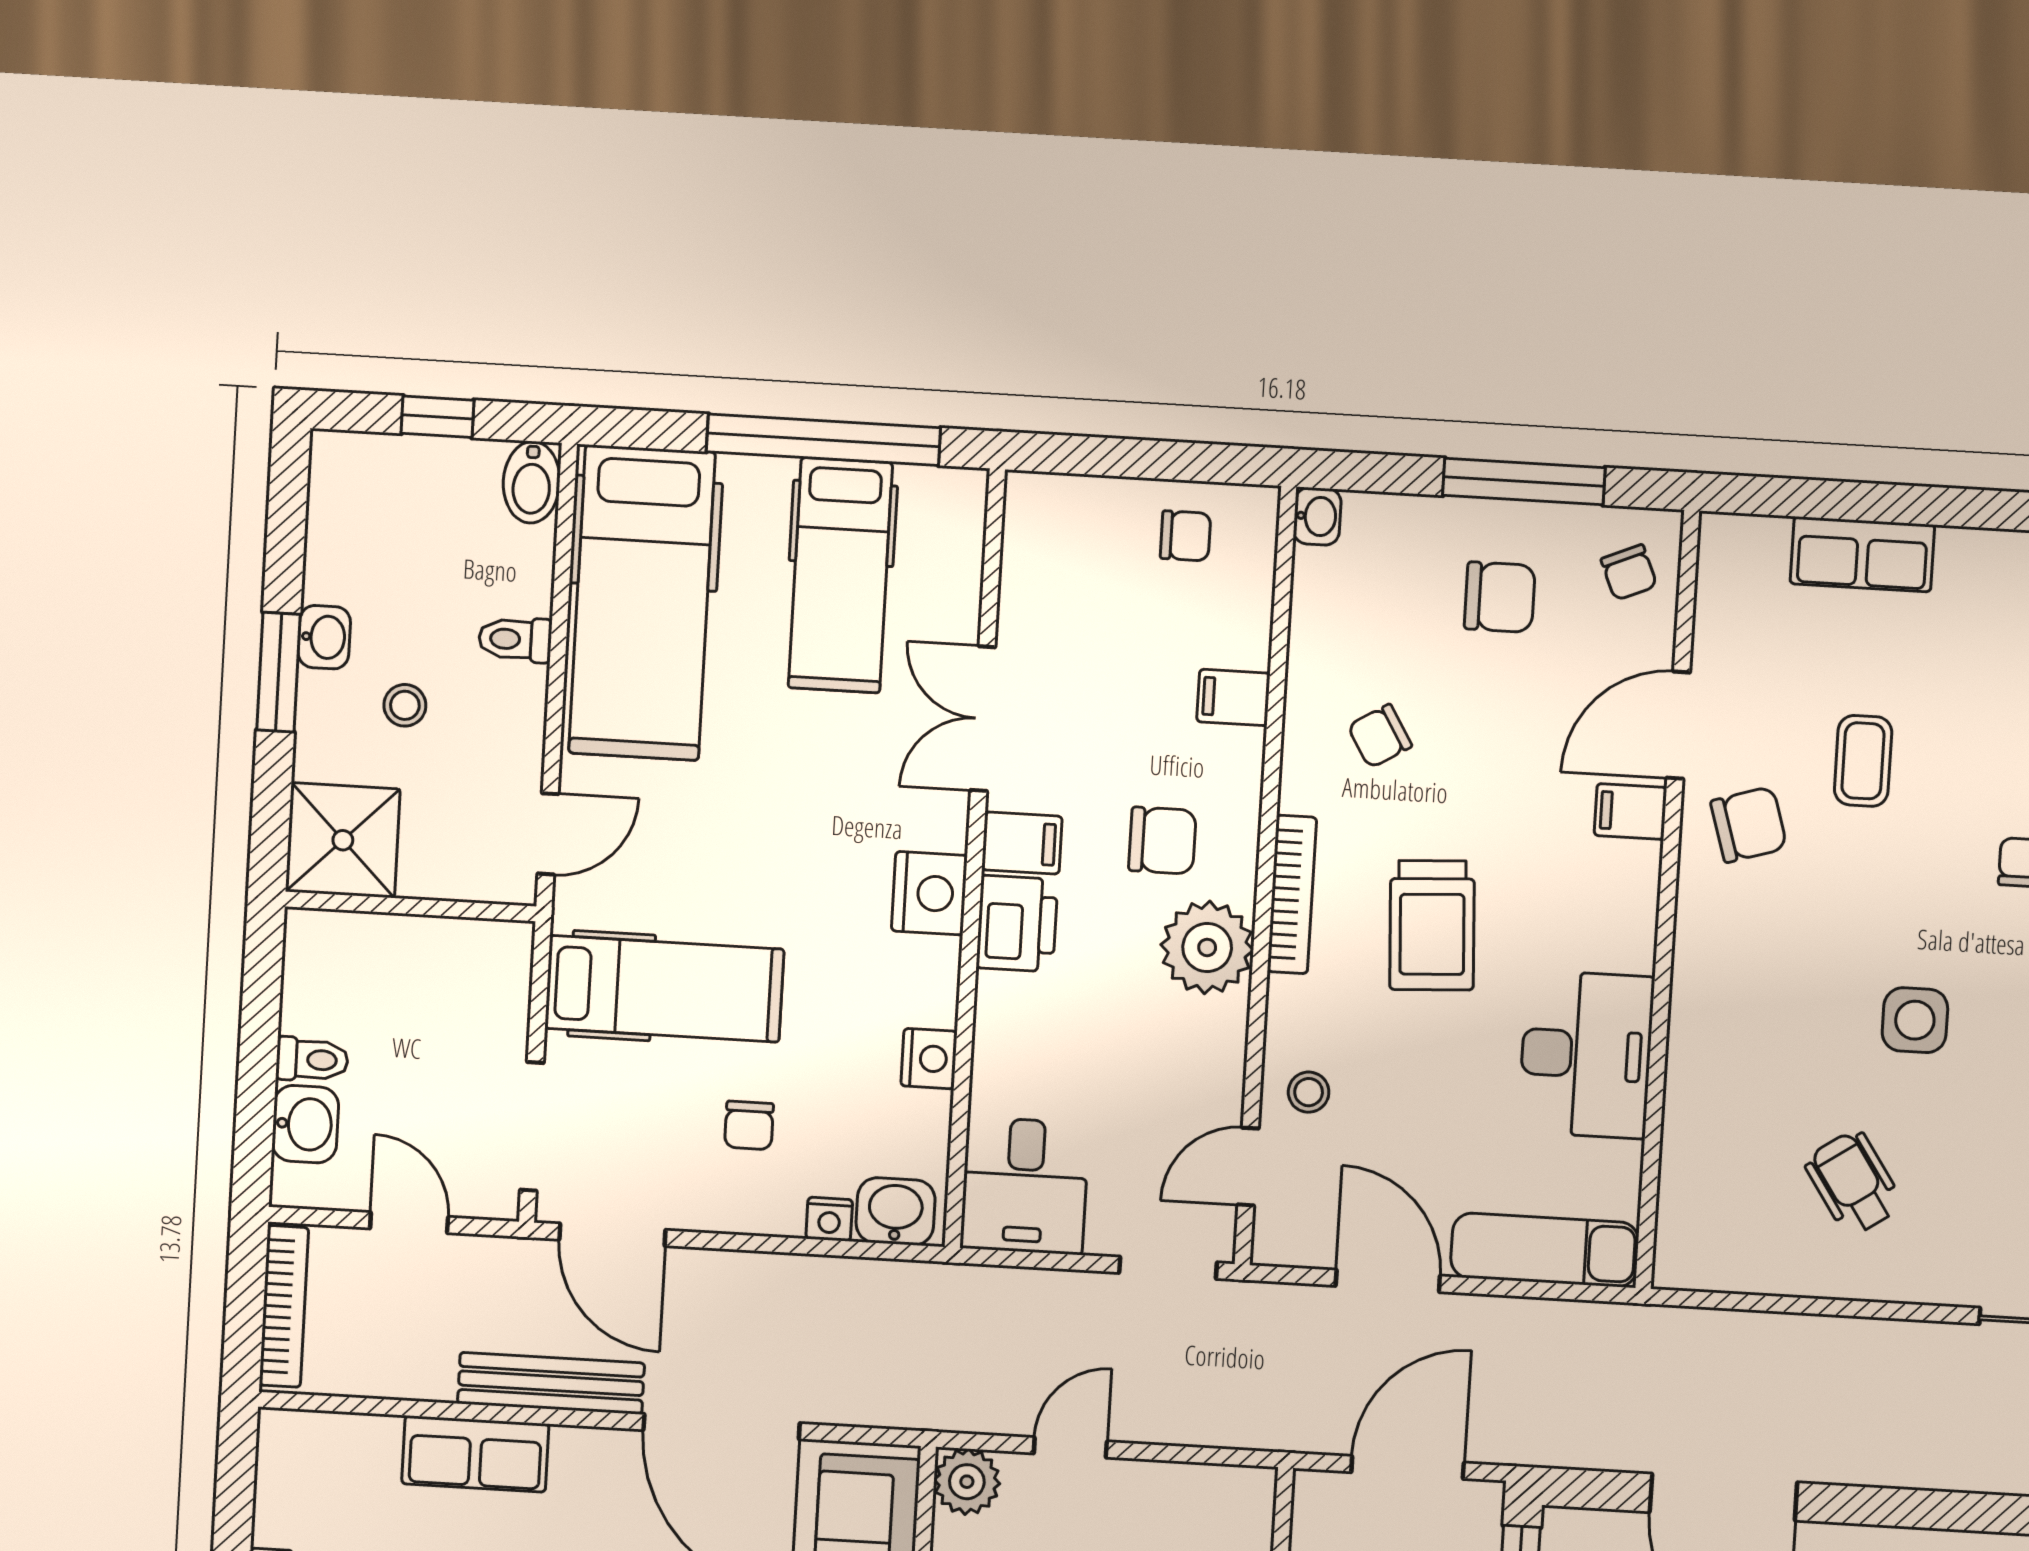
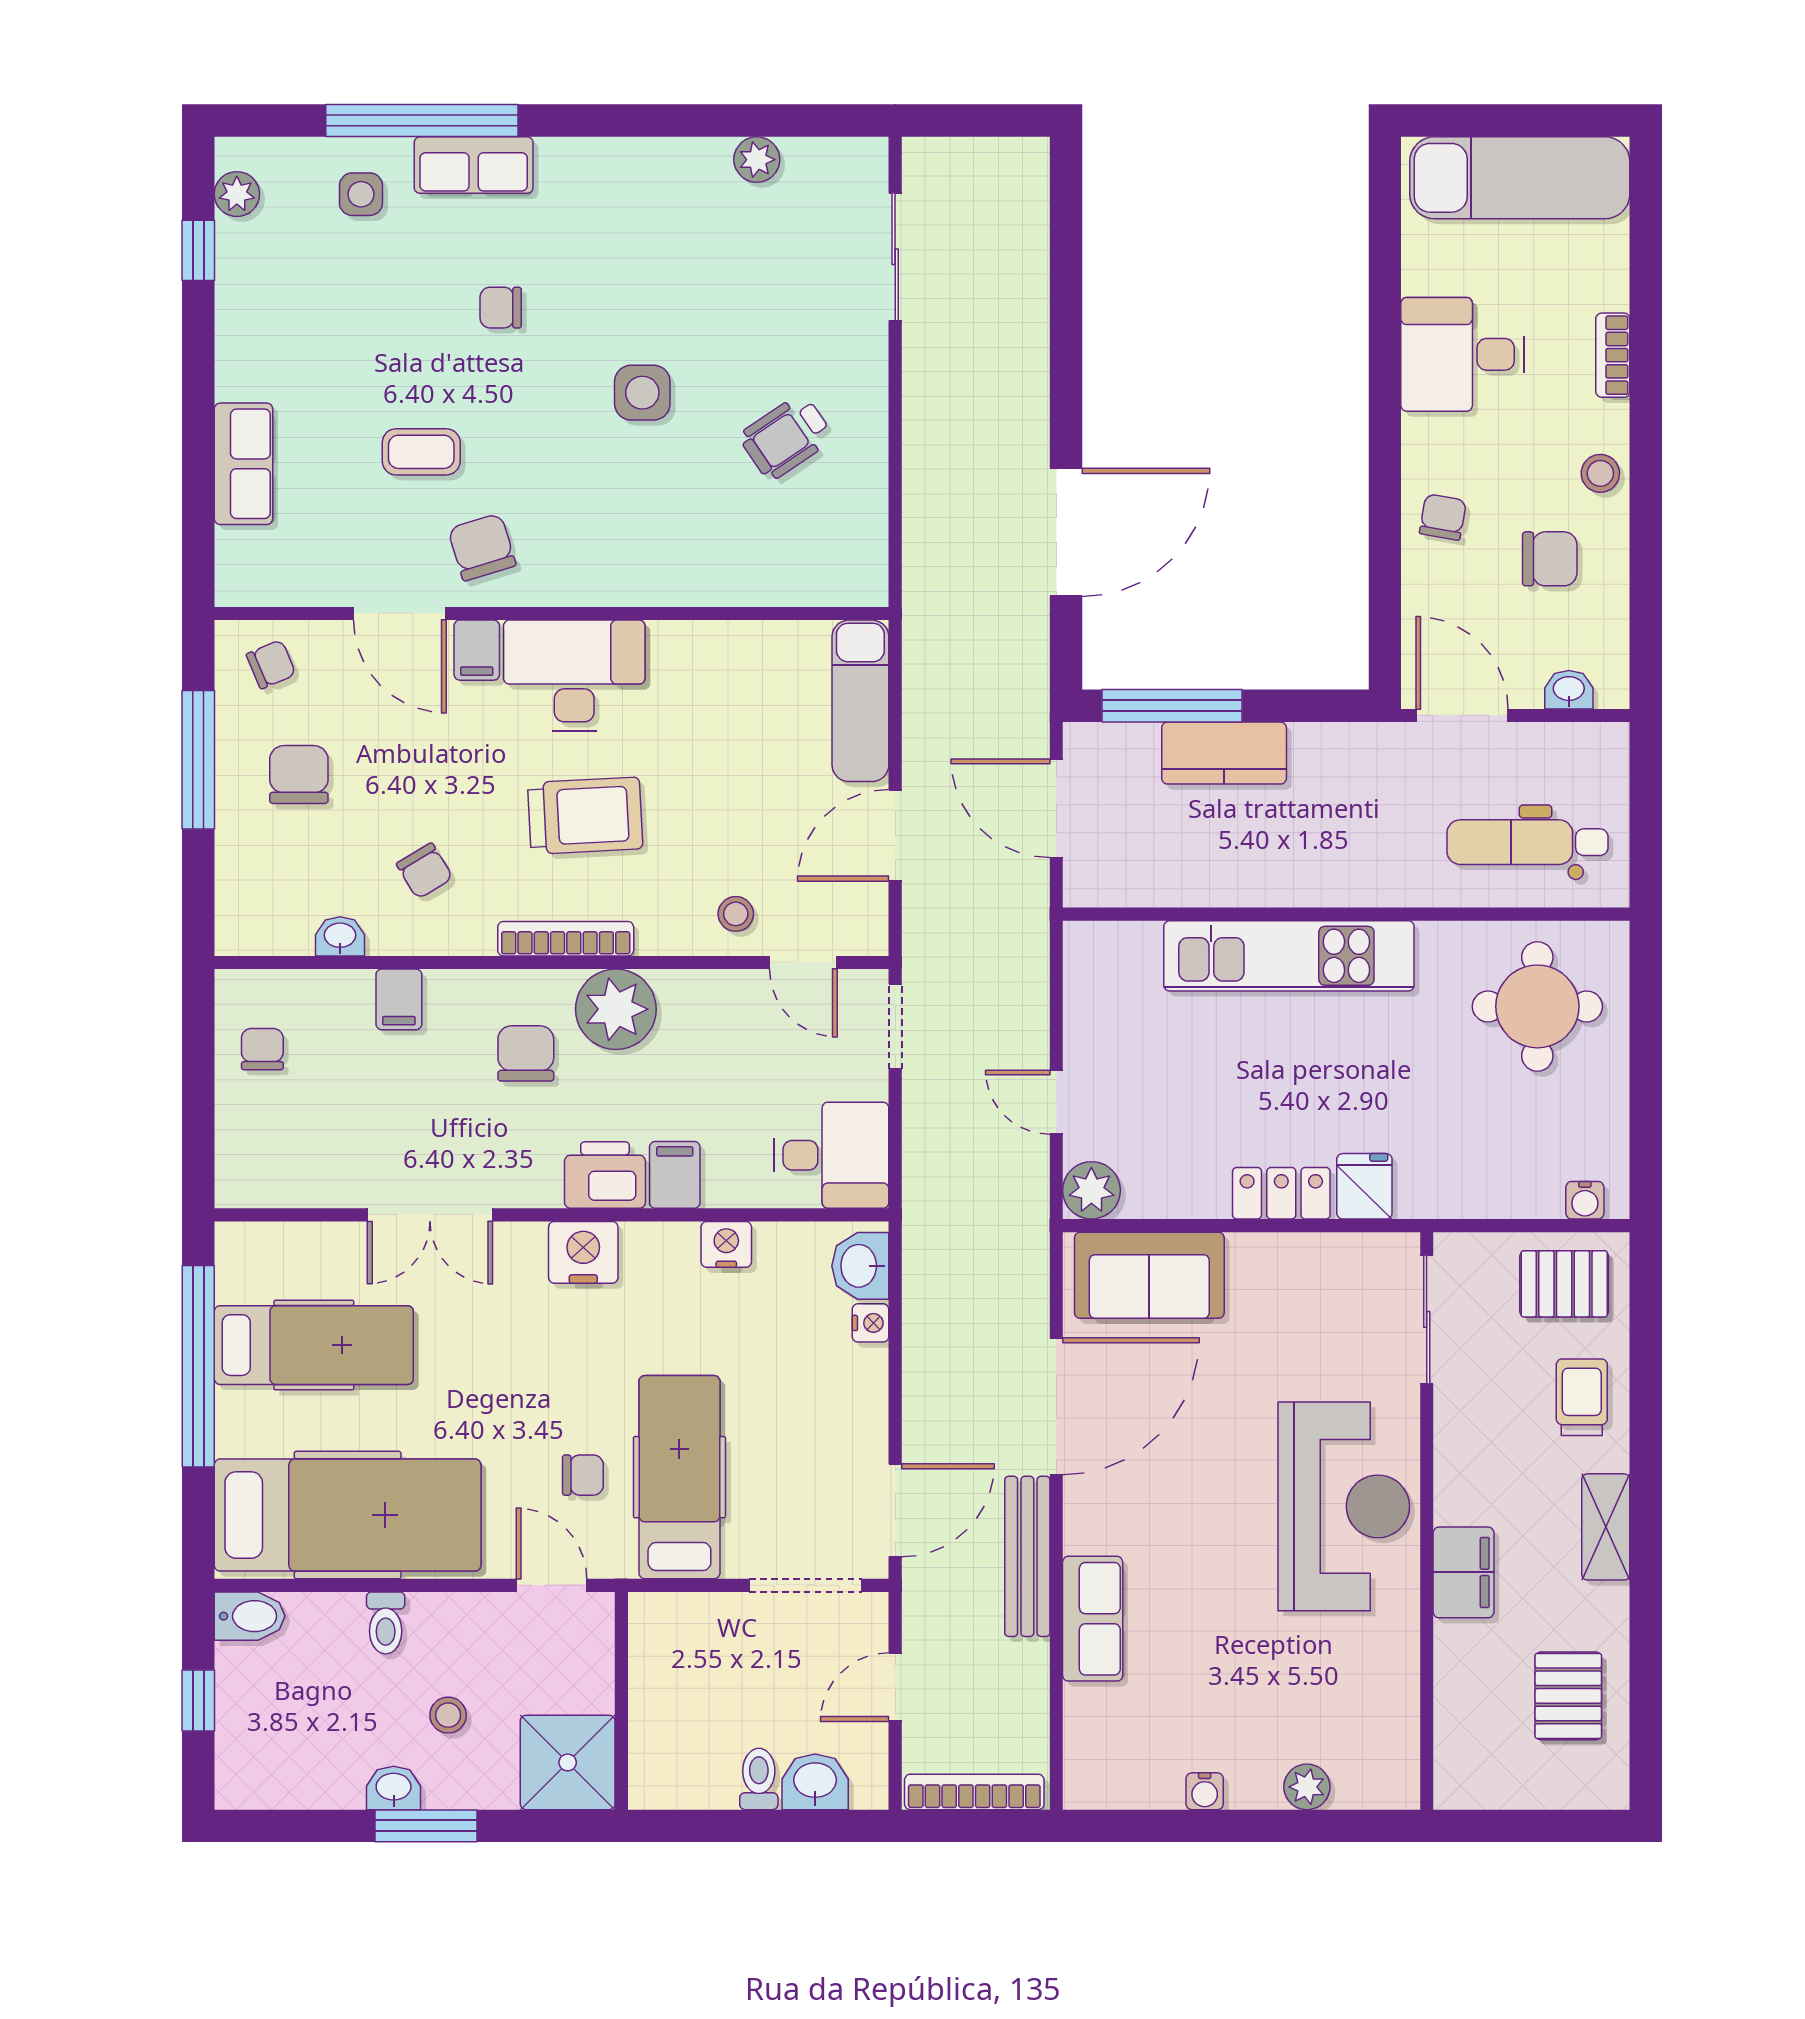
washbasin: (1317, 516) -> (340, 936), moved
filing cabinet: (1022, 843) -> (675, 1175), moved
desk: (1586, 1054) -> (574, 675), moved
chair: (749, 1125) -> (583, 1475), moved

